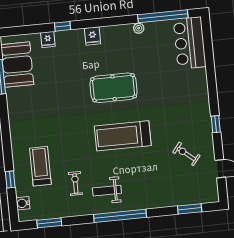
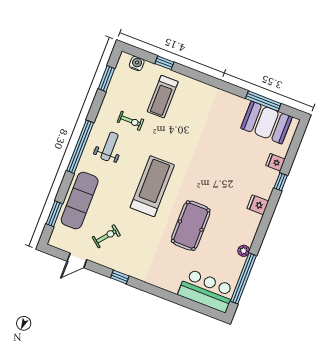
pool table: (114, 88) -> (191, 226), moved
treadmill: (40, 166) -> (163, 97), turned 90
exercise mat: (167, 193) -> (80, 201), added

